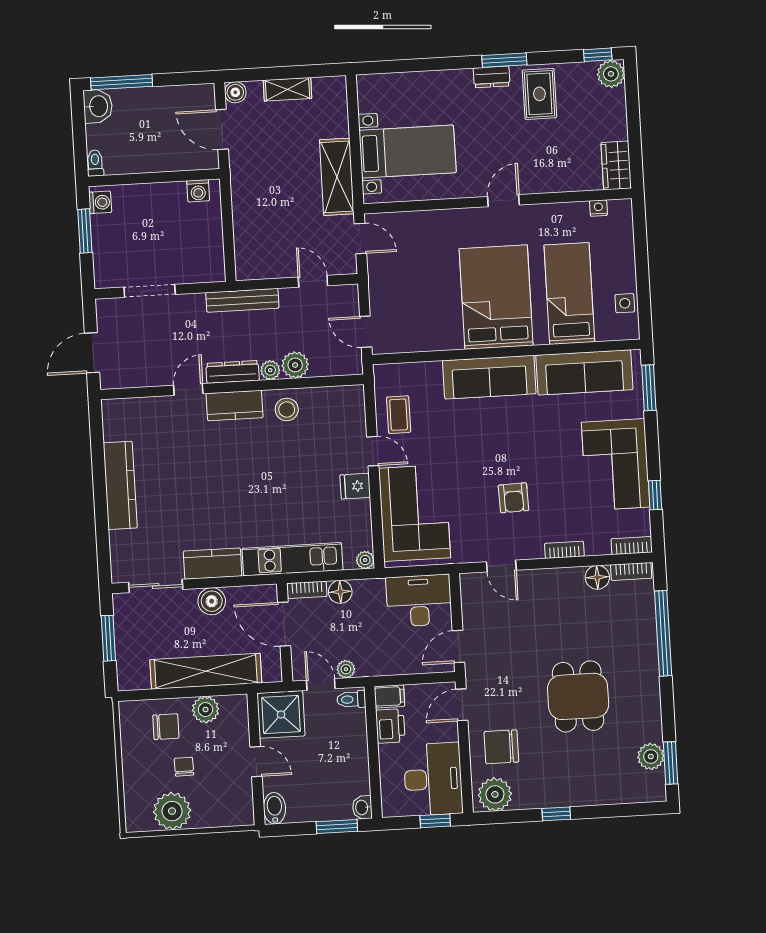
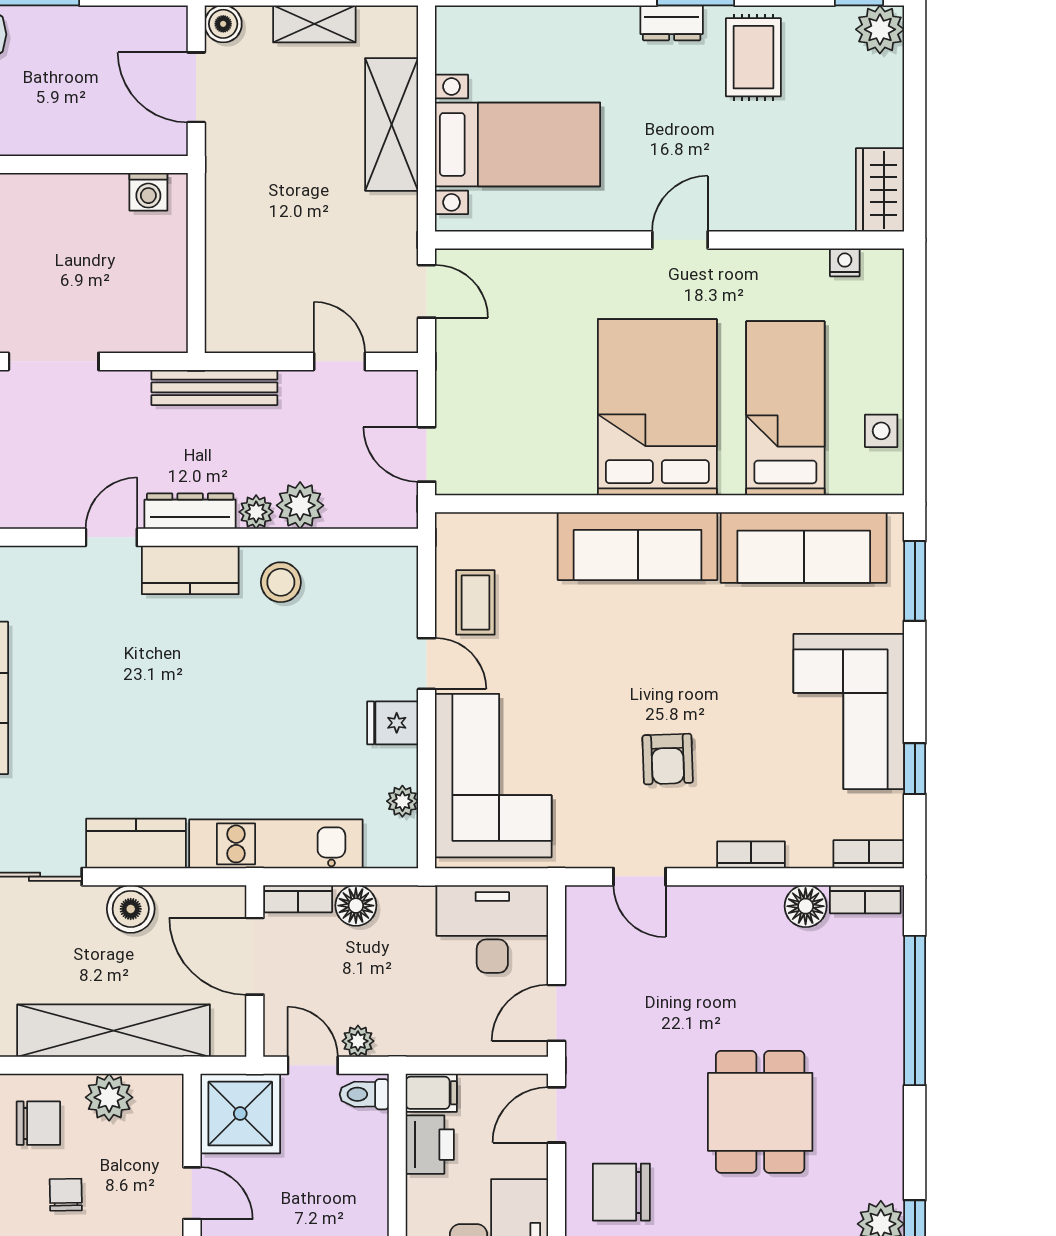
shelving: (337, 177) -> (392, 124), moved
plant: (365, 560) -> (402, 801), moved

